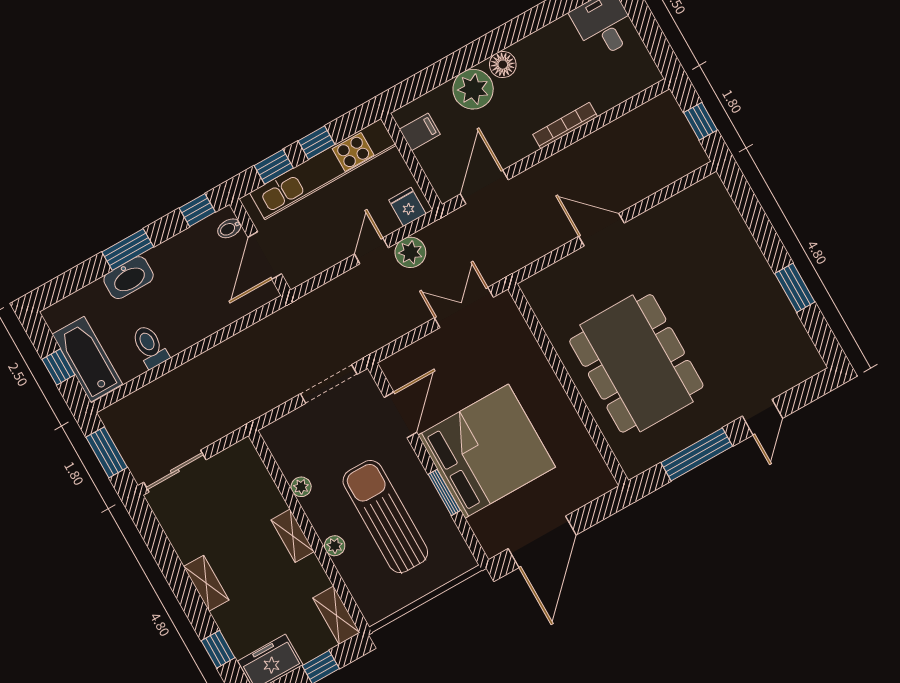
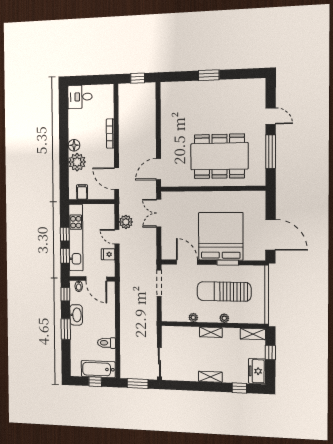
fridge: (407, 207) -> (108, 254), moved
door: (602, 230) -> (159, 169), moved
washbasin: (129, 278) -> (76, 315), moved
window: (795, 288) -> (209, 75), moved

